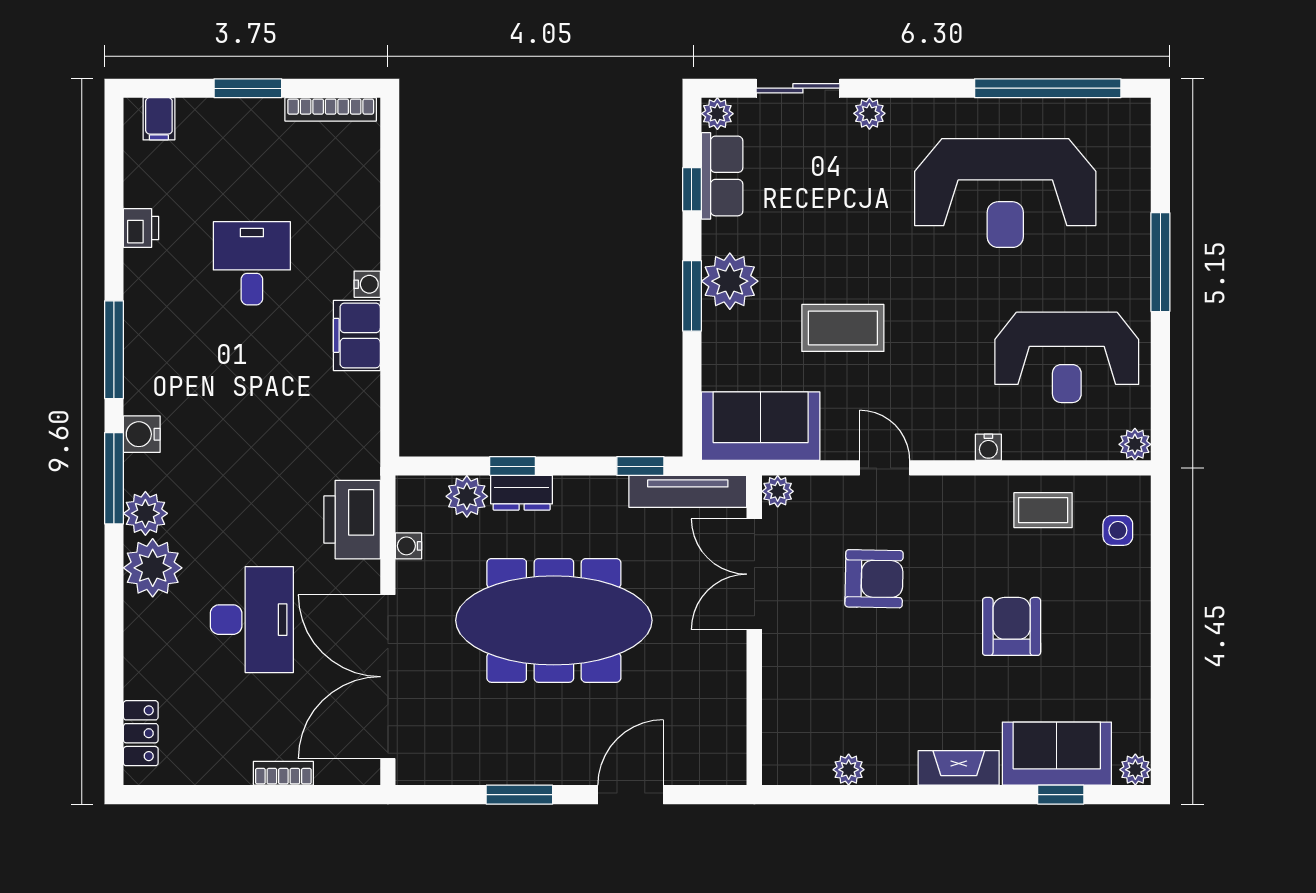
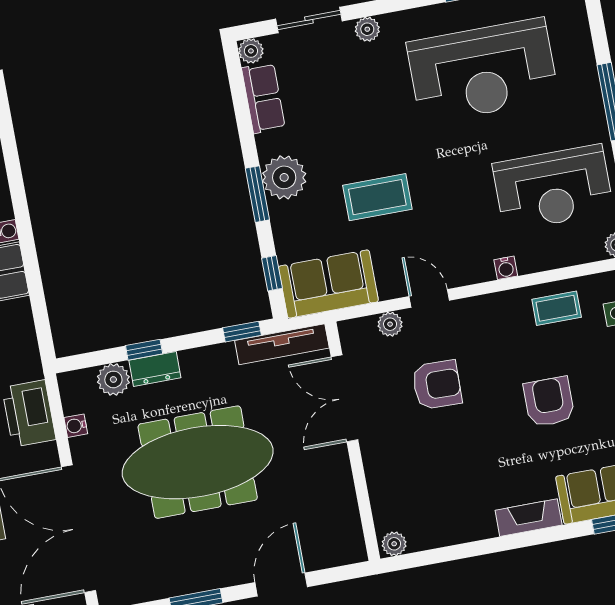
window: (692, 189) -> (272, 273), moved
plant: (778, 491) -> (390, 324), moved
plant: (849, 770) -> (394, 544), moved

